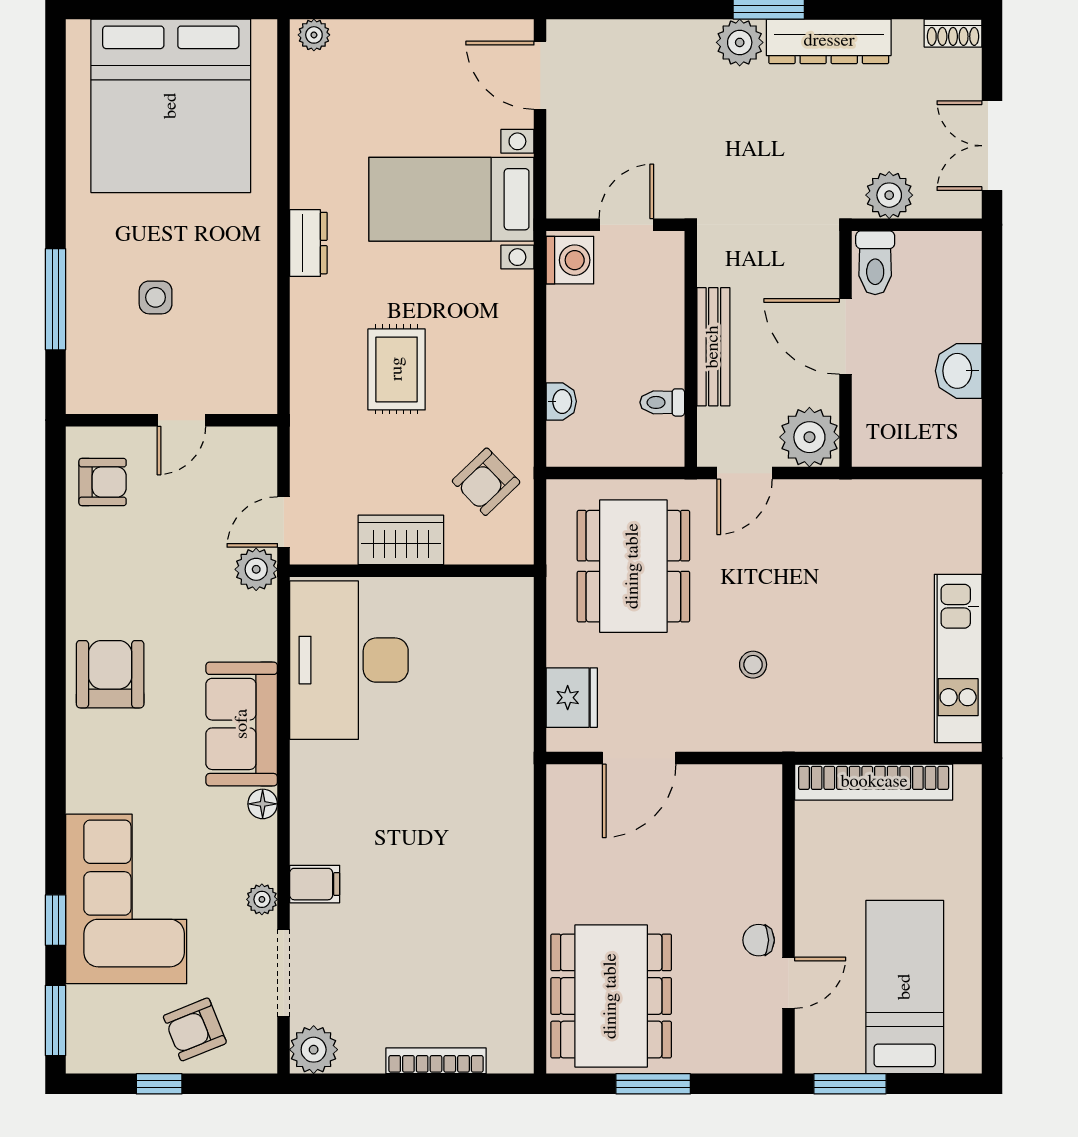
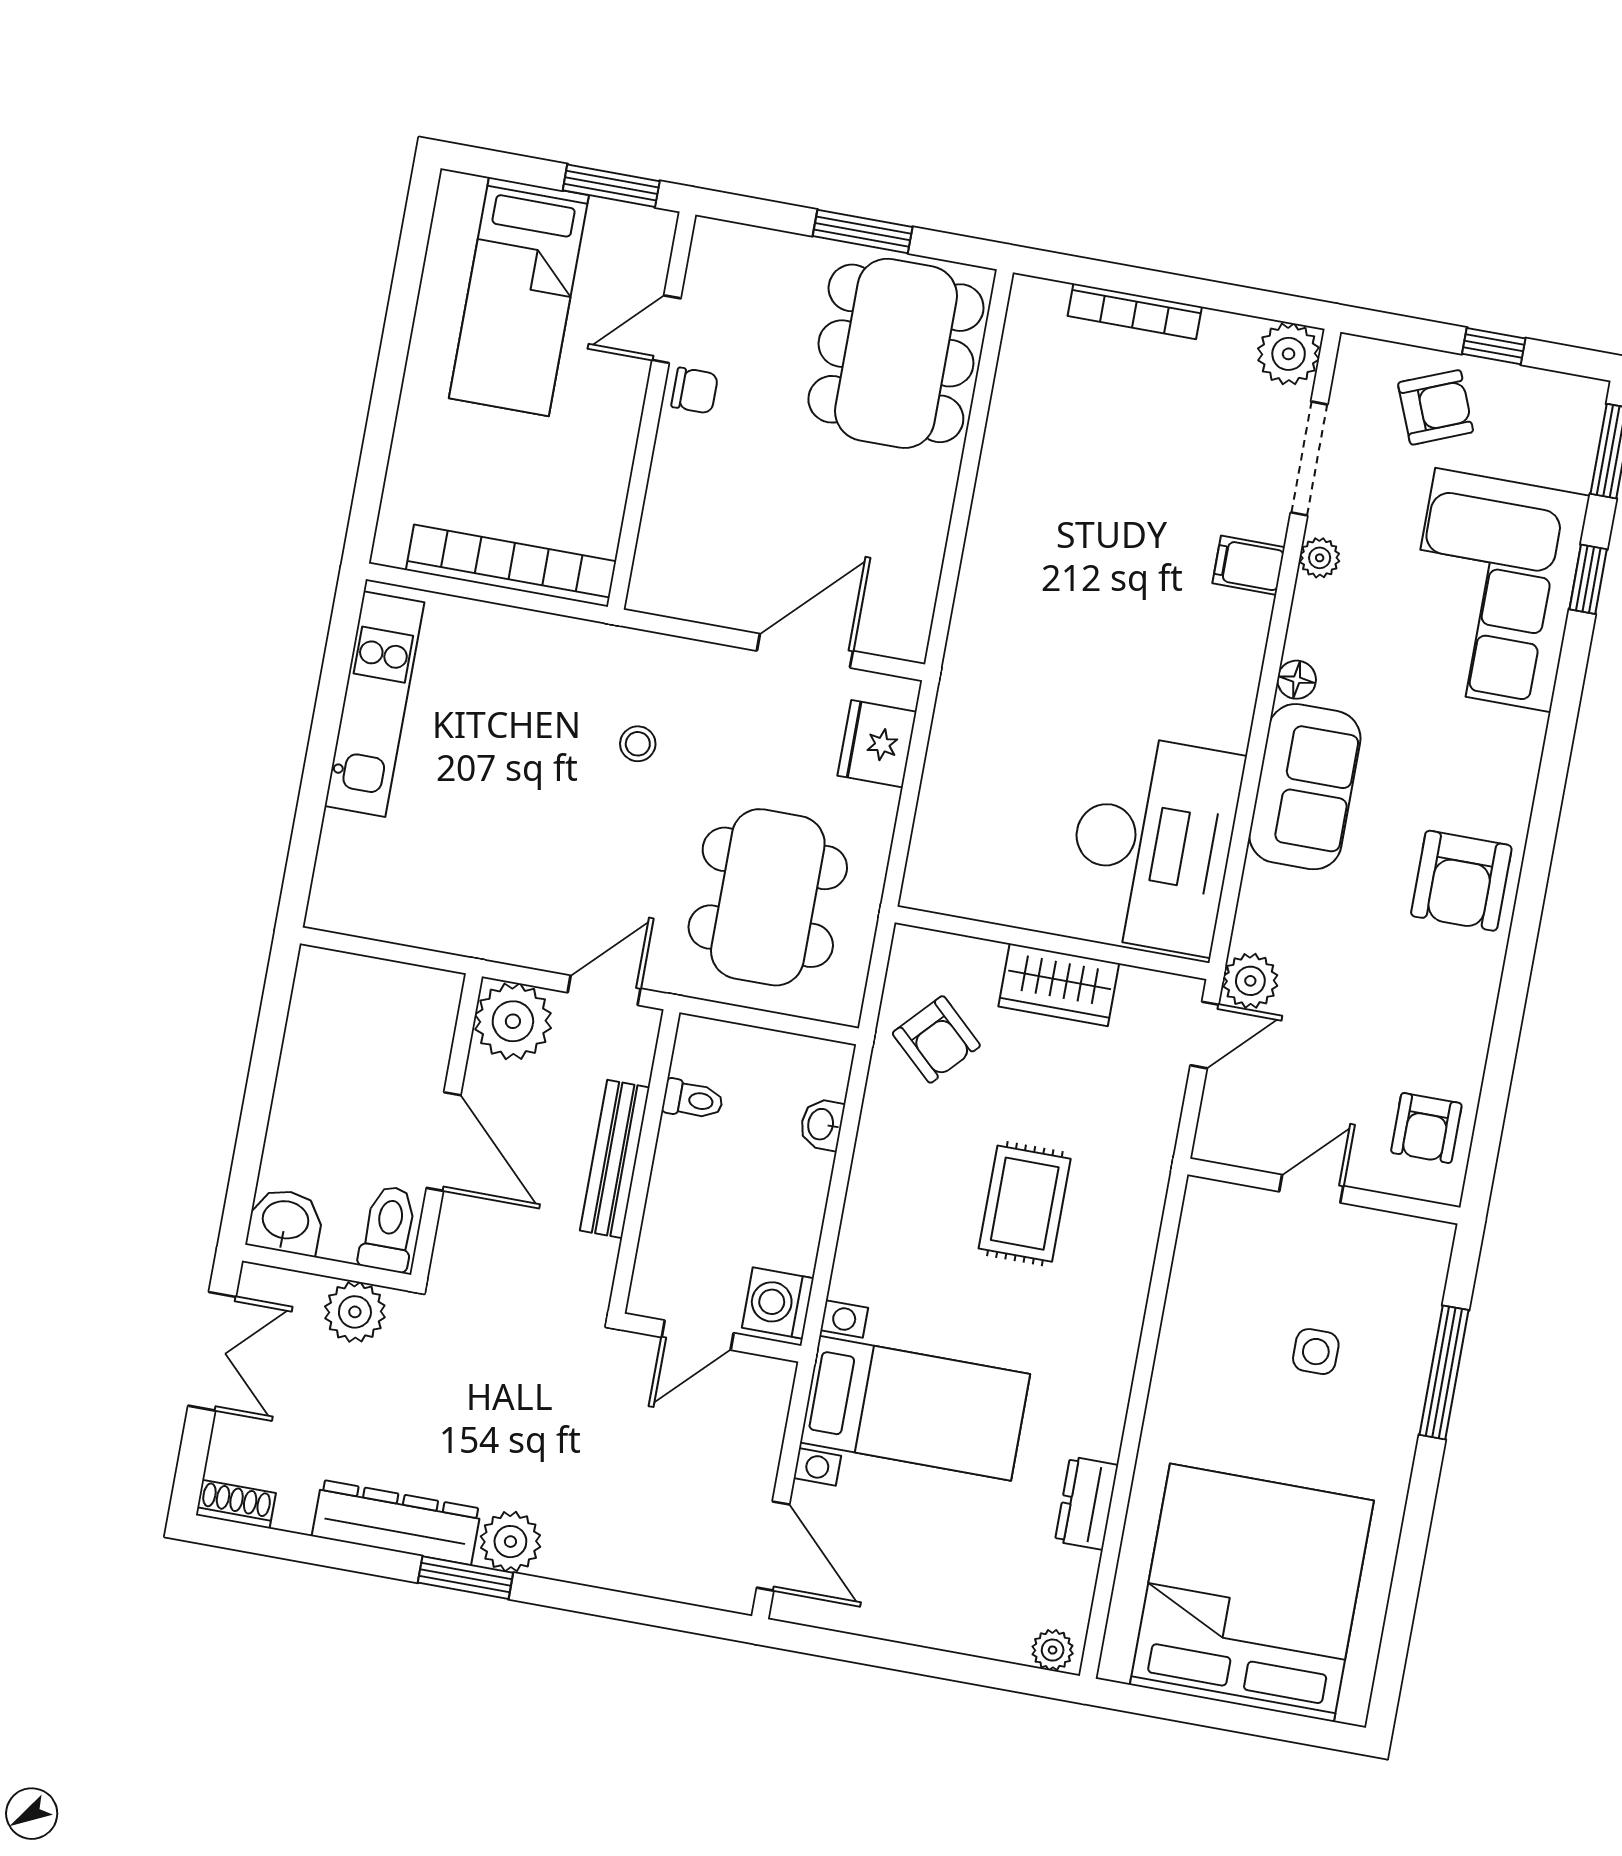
dresser: (308, 243) -> (1087, 1503), moved
washbasin: (959, 371) -> (285, 1222), moved, turned -90
armchair: (103, 482) -> (1426, 1128), turned -90
armchair: (486, 482) -> (936, 1039), turned 87

